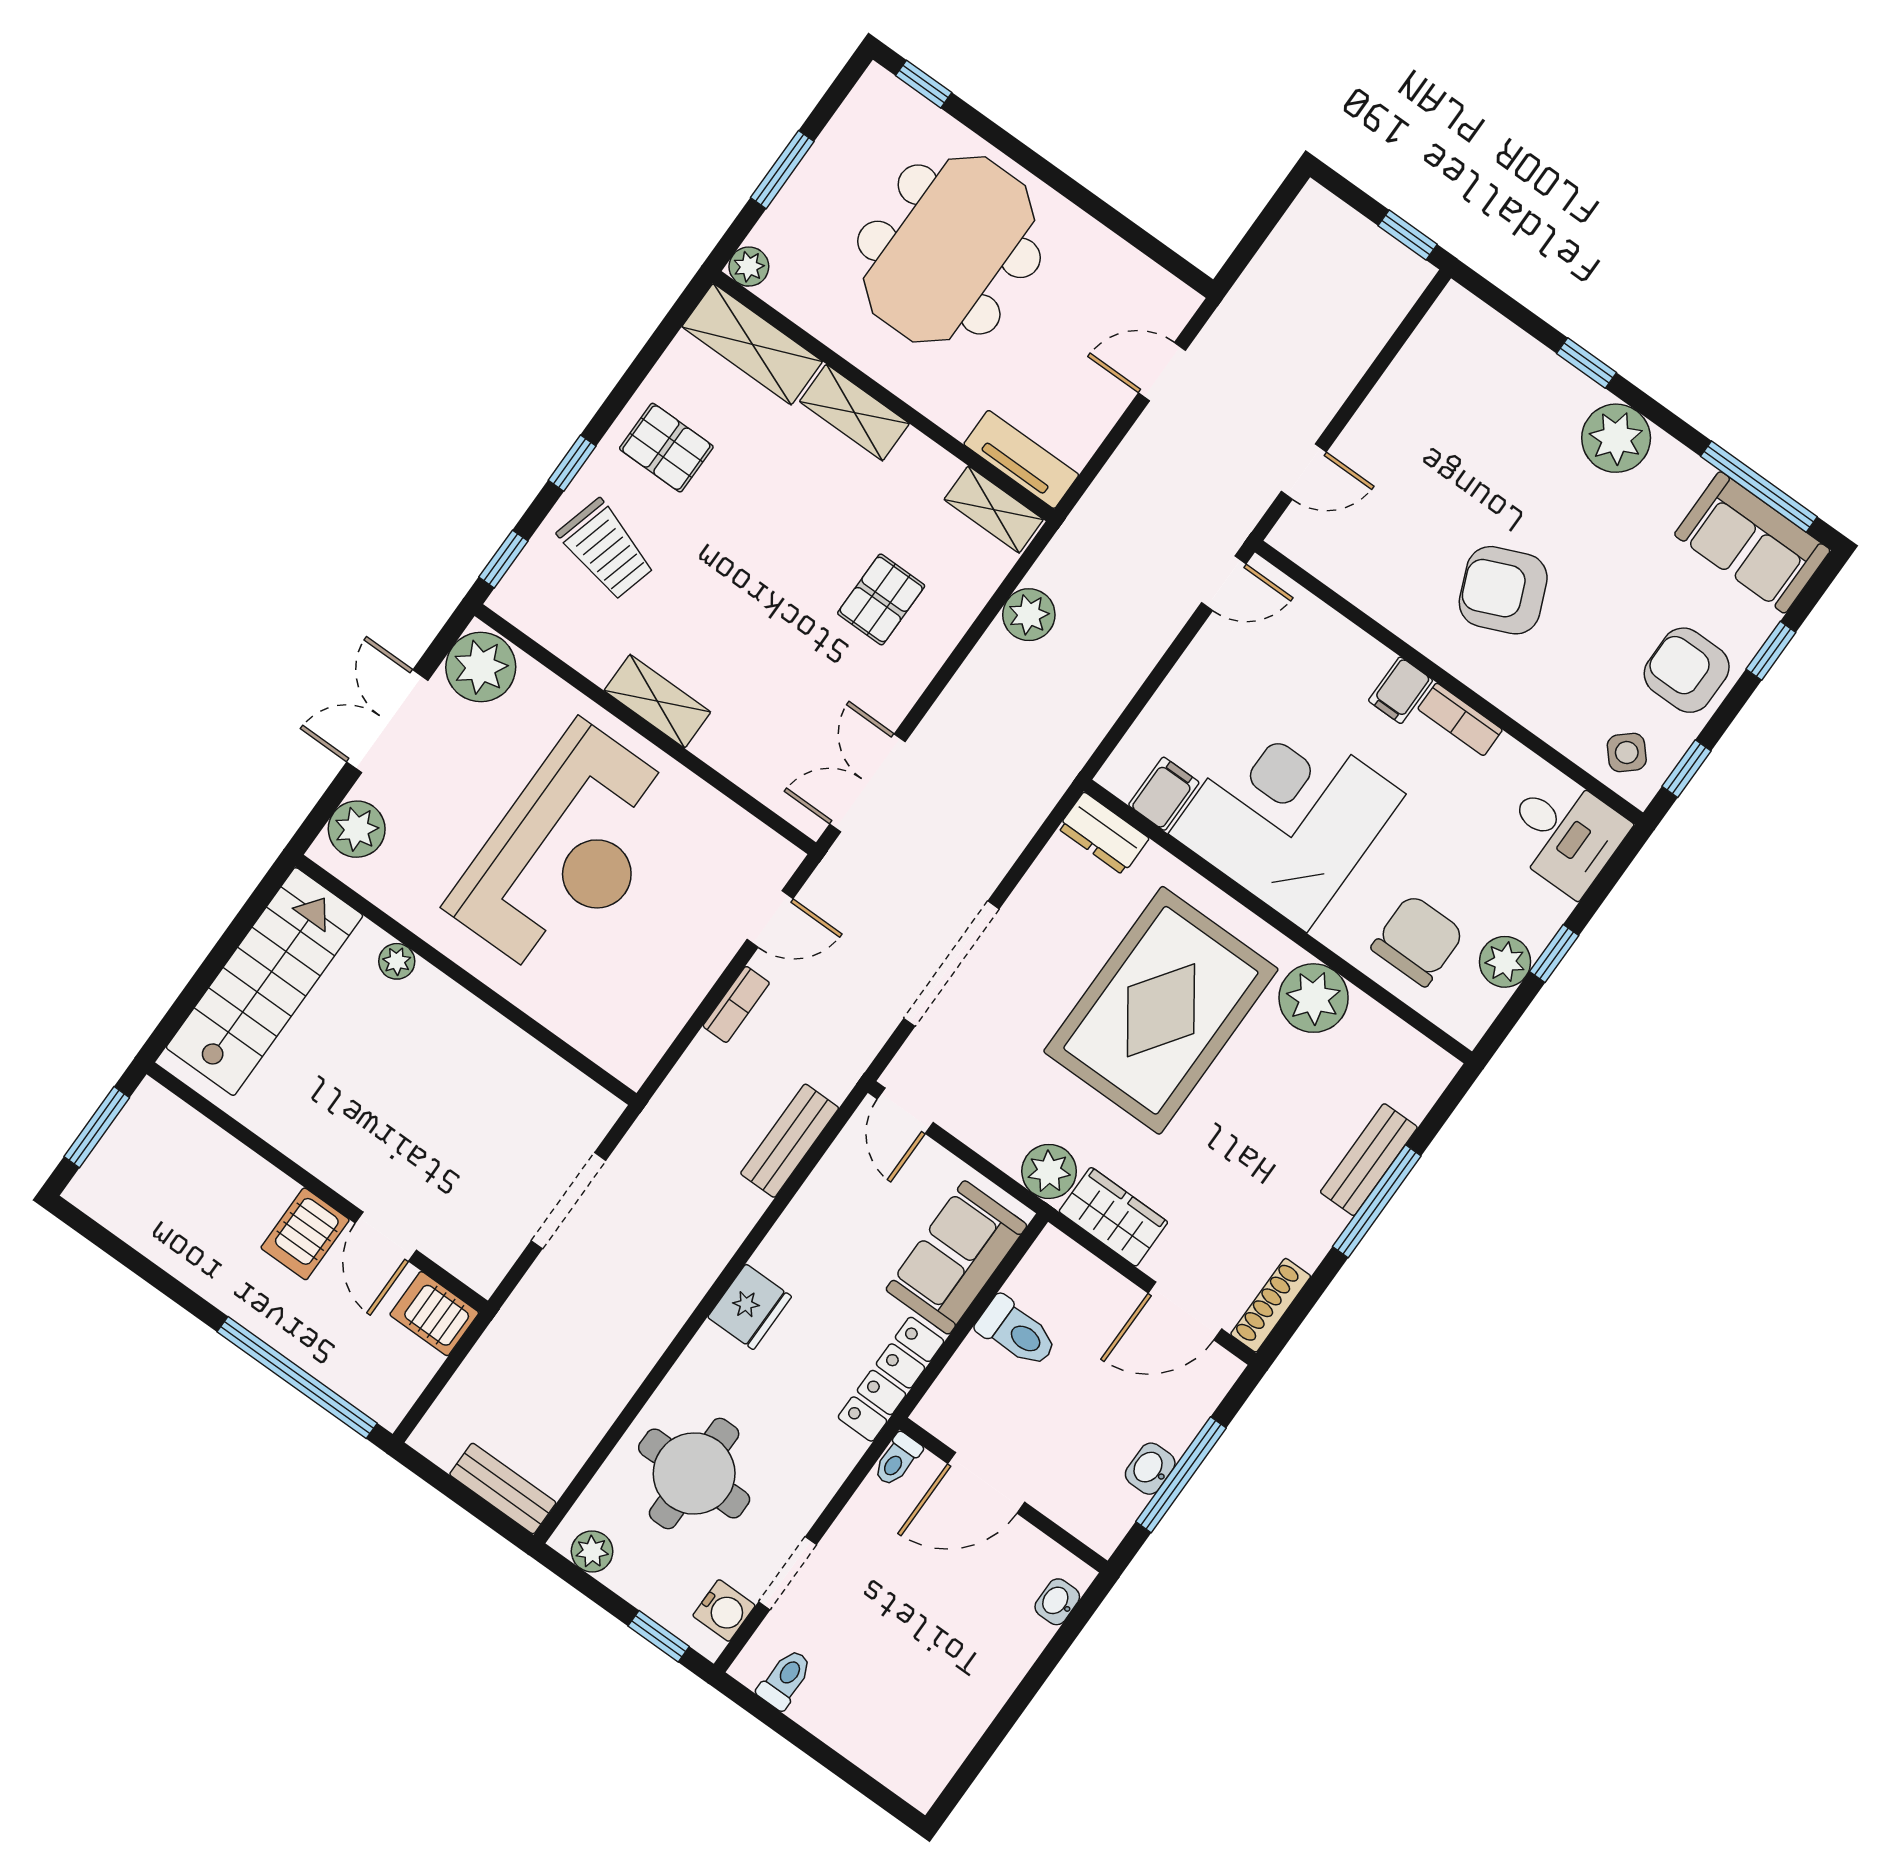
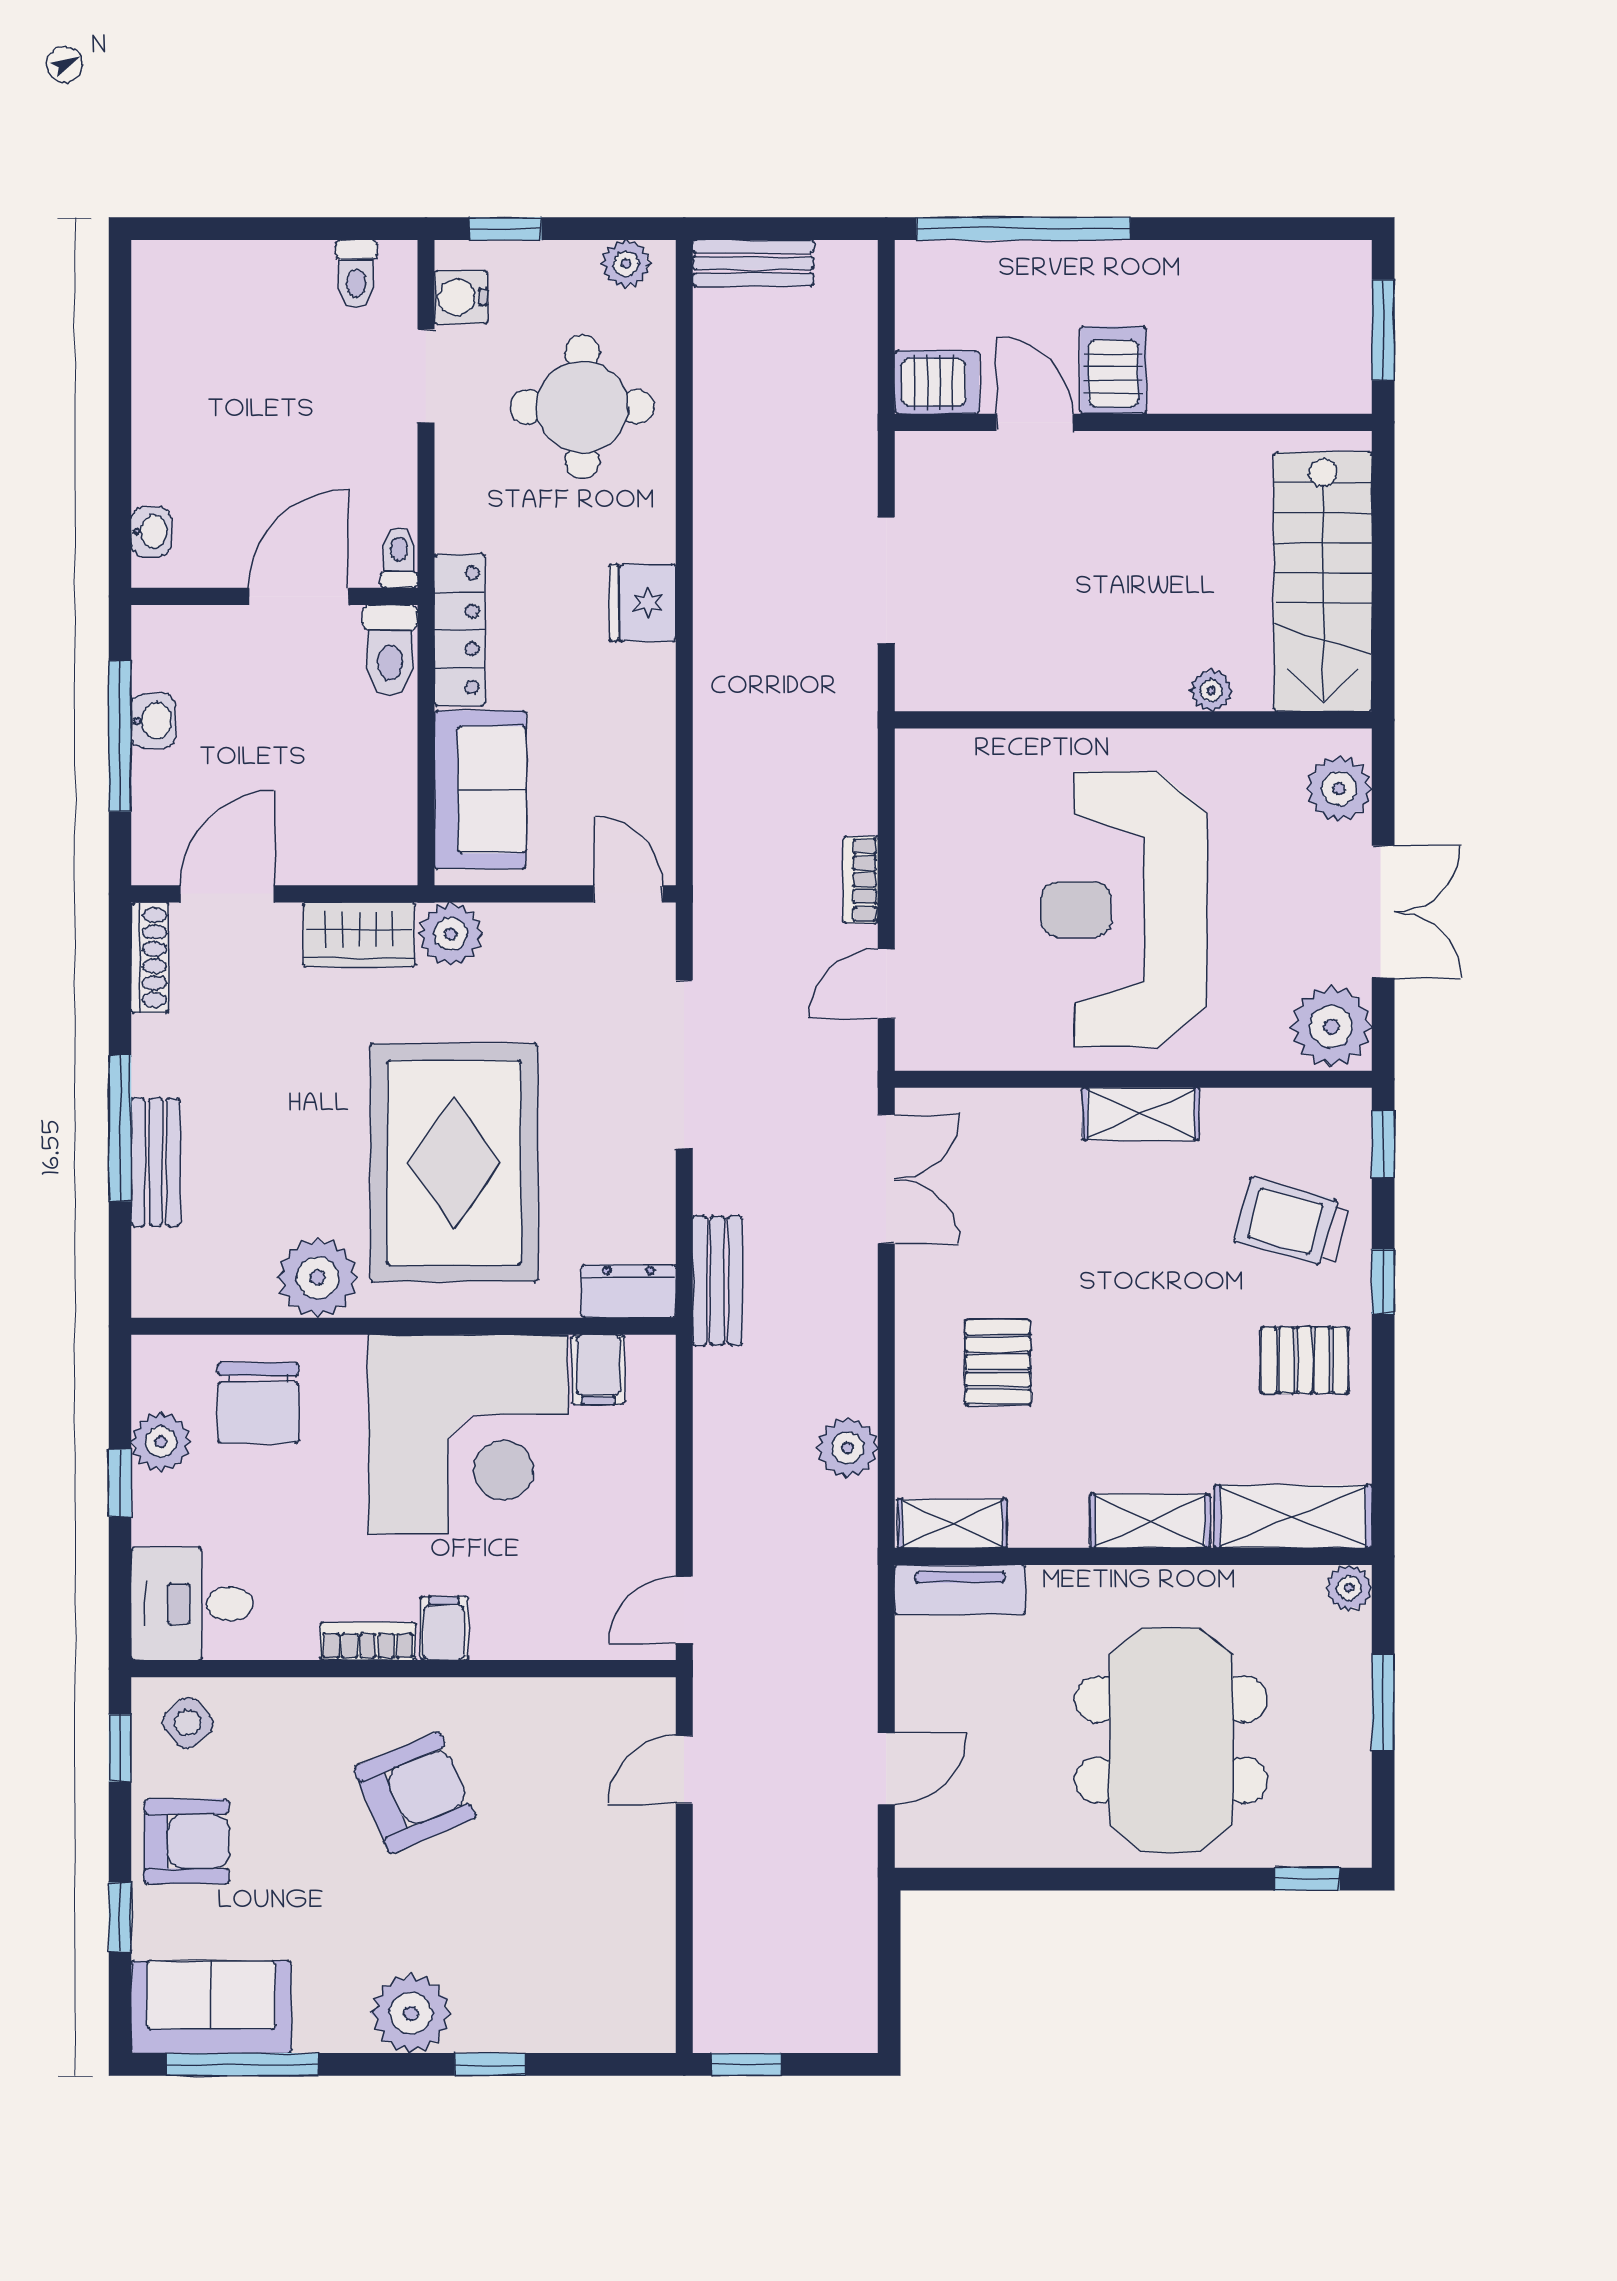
bench: (790, 1141) -> (717, 1281), moved
toilet: (1017, 1332) -> (390, 650), moved, turned -90

